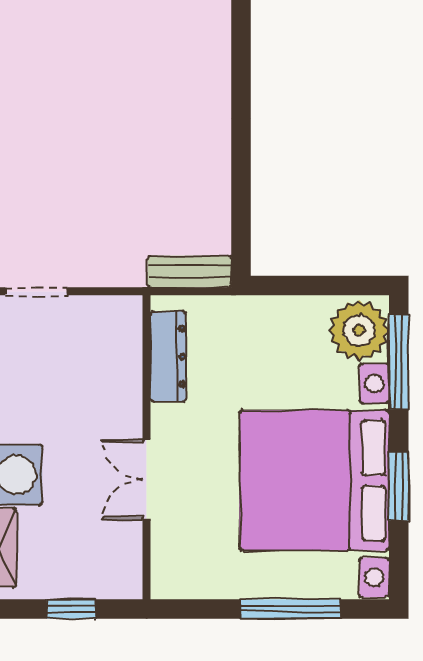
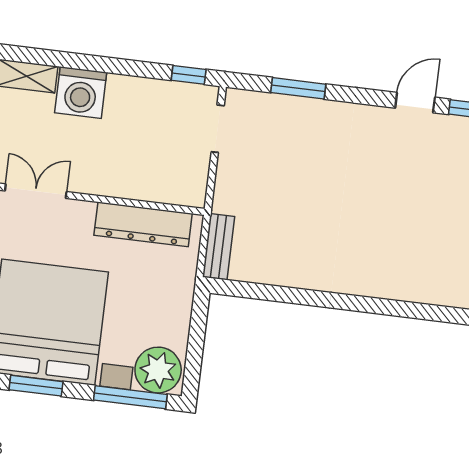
dresser: (168, 356) -> (143, 224), width x1.37, depth x1.24
double door: (147, 480) -> (36, 191), moved

